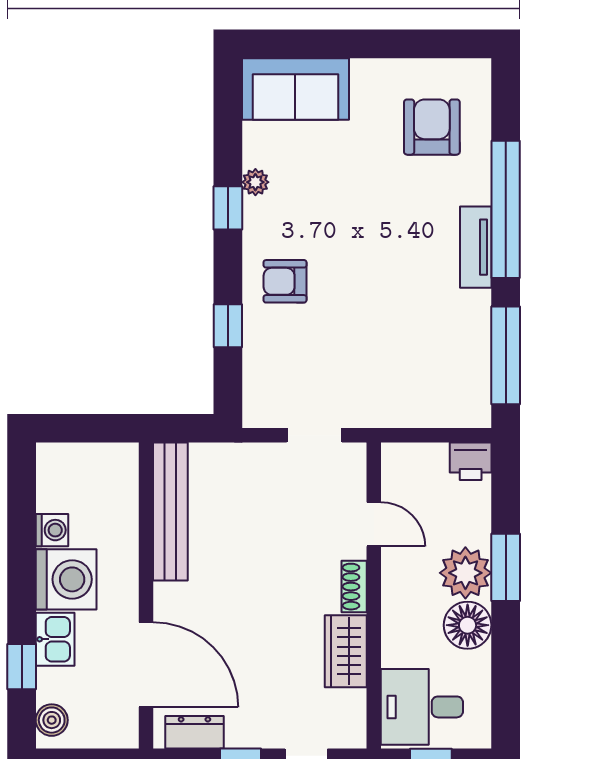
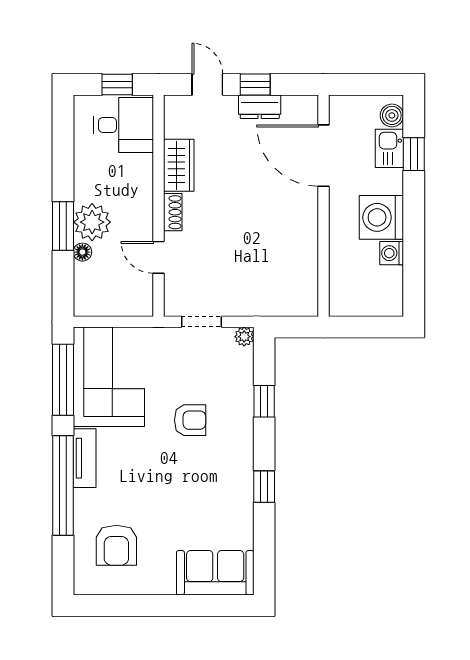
plant: (255, 182) -> (244, 337), moved
armchair: (285, 281) -> (190, 420), moved
corner sofa: (442, 360) -> (109, 377), added
printer: (471, 461) -> (88, 303), removed
bench: (170, 512) -> (306, 267), removed
floor lamp: (468, 625) -> (82, 252), moved, width x0.53, depth x0.53
kitchen sink: (55, 639) -> (389, 148), moved
dresser: (194, 732) -> (260, 107), moved

